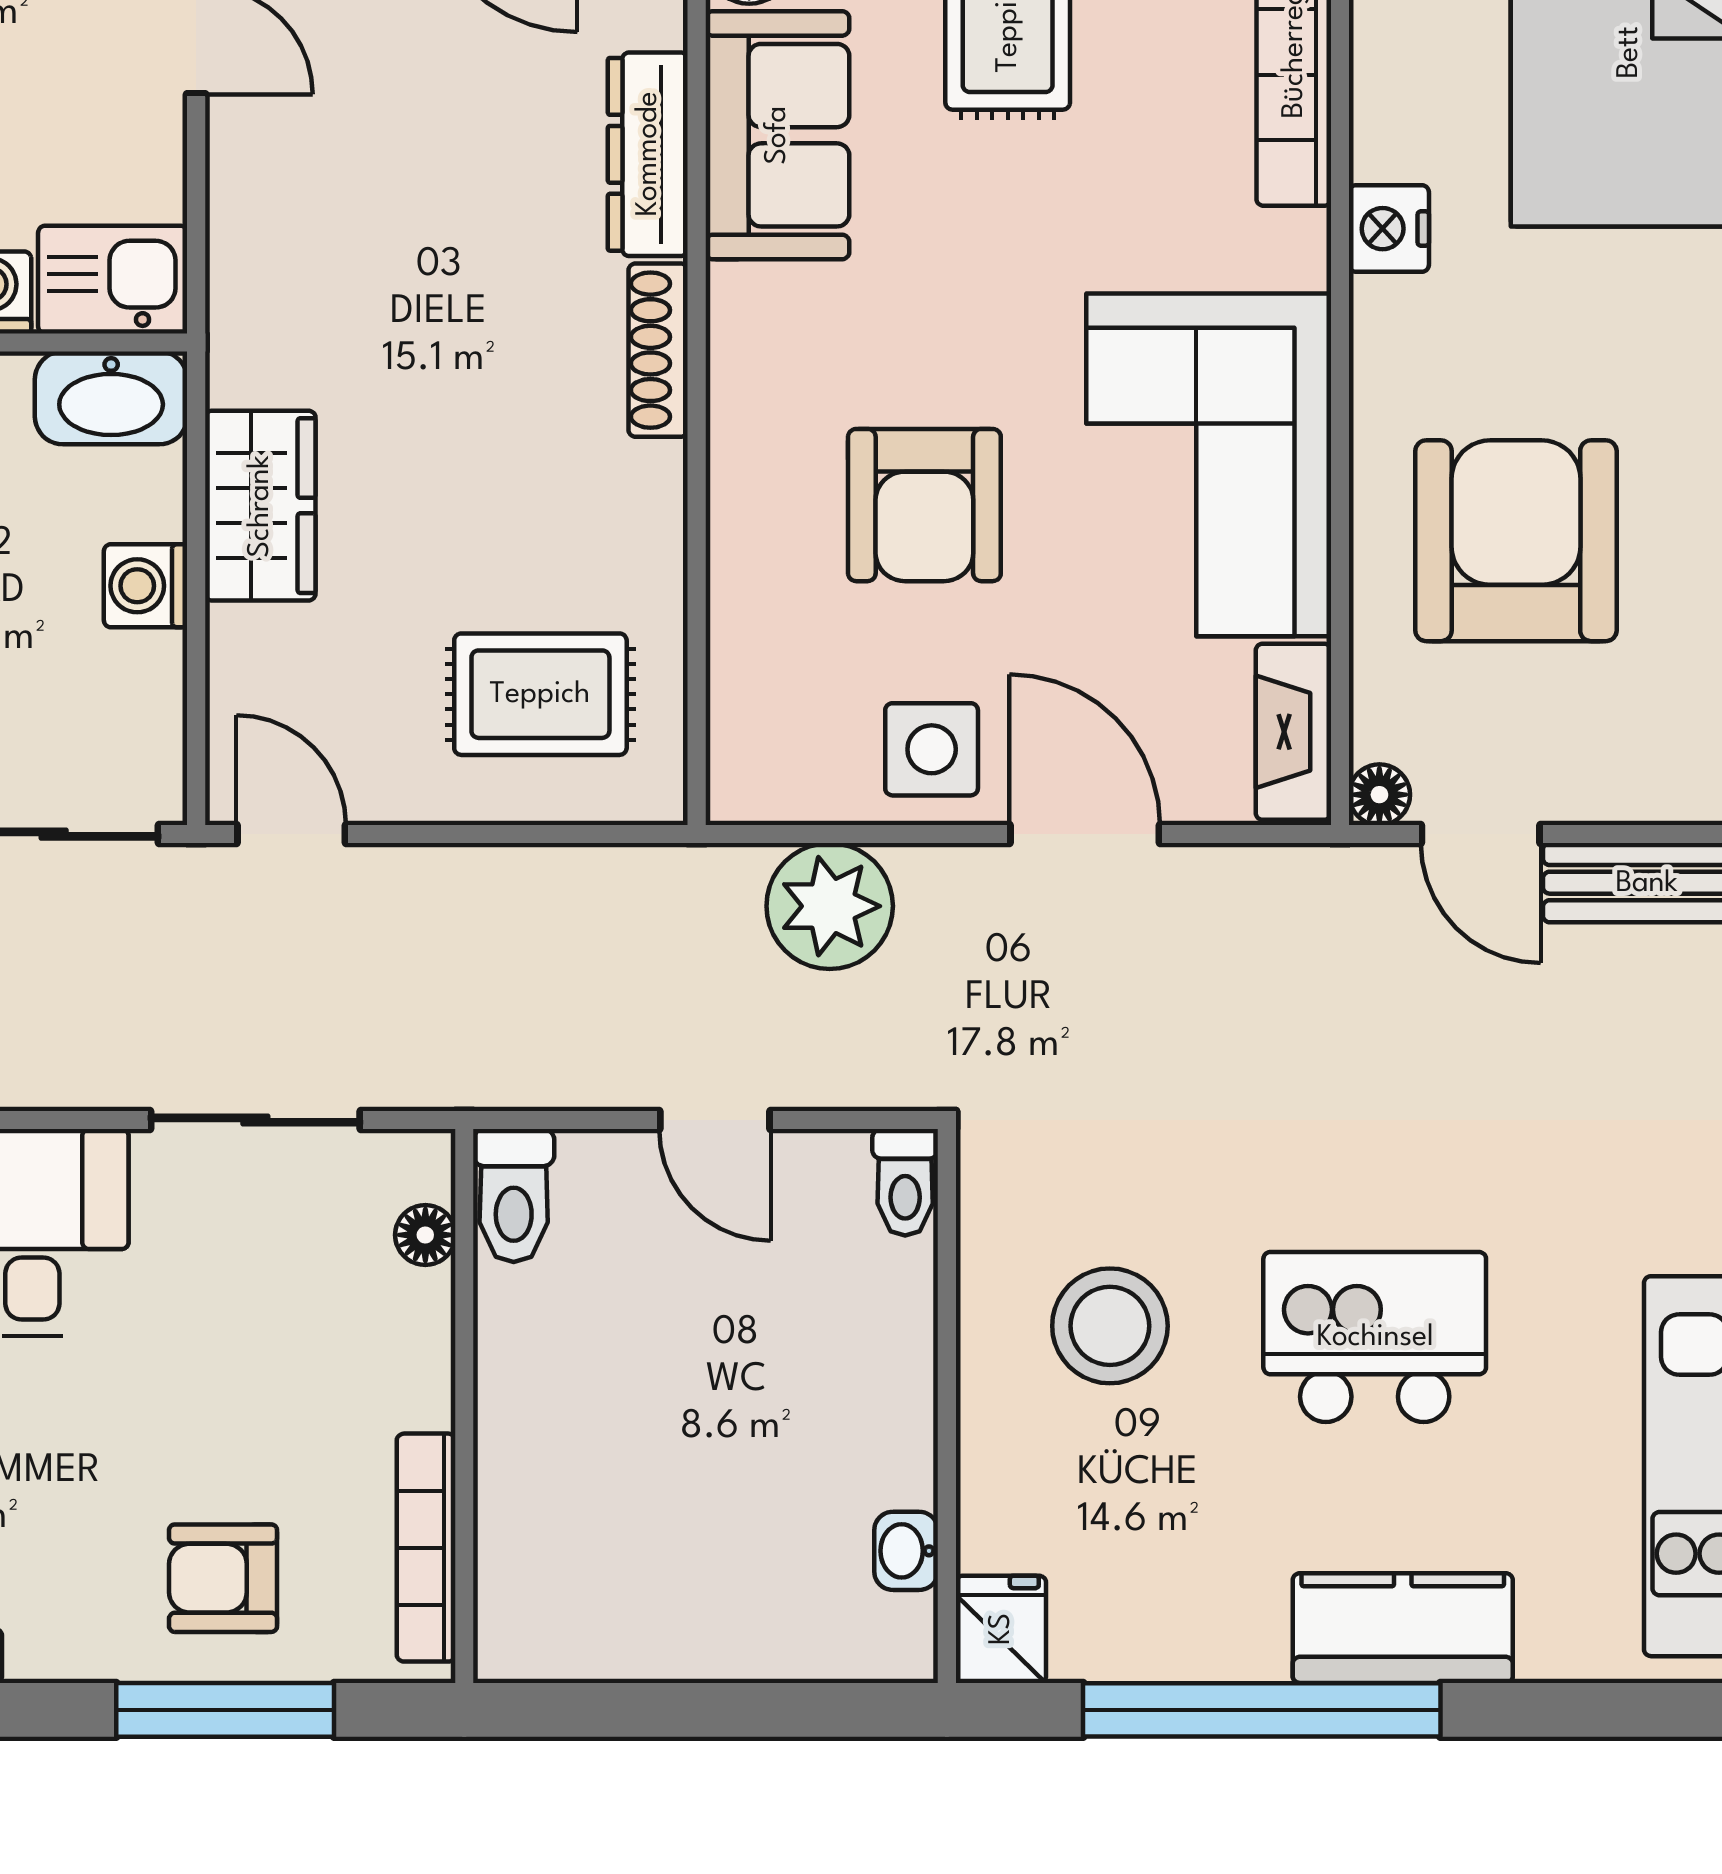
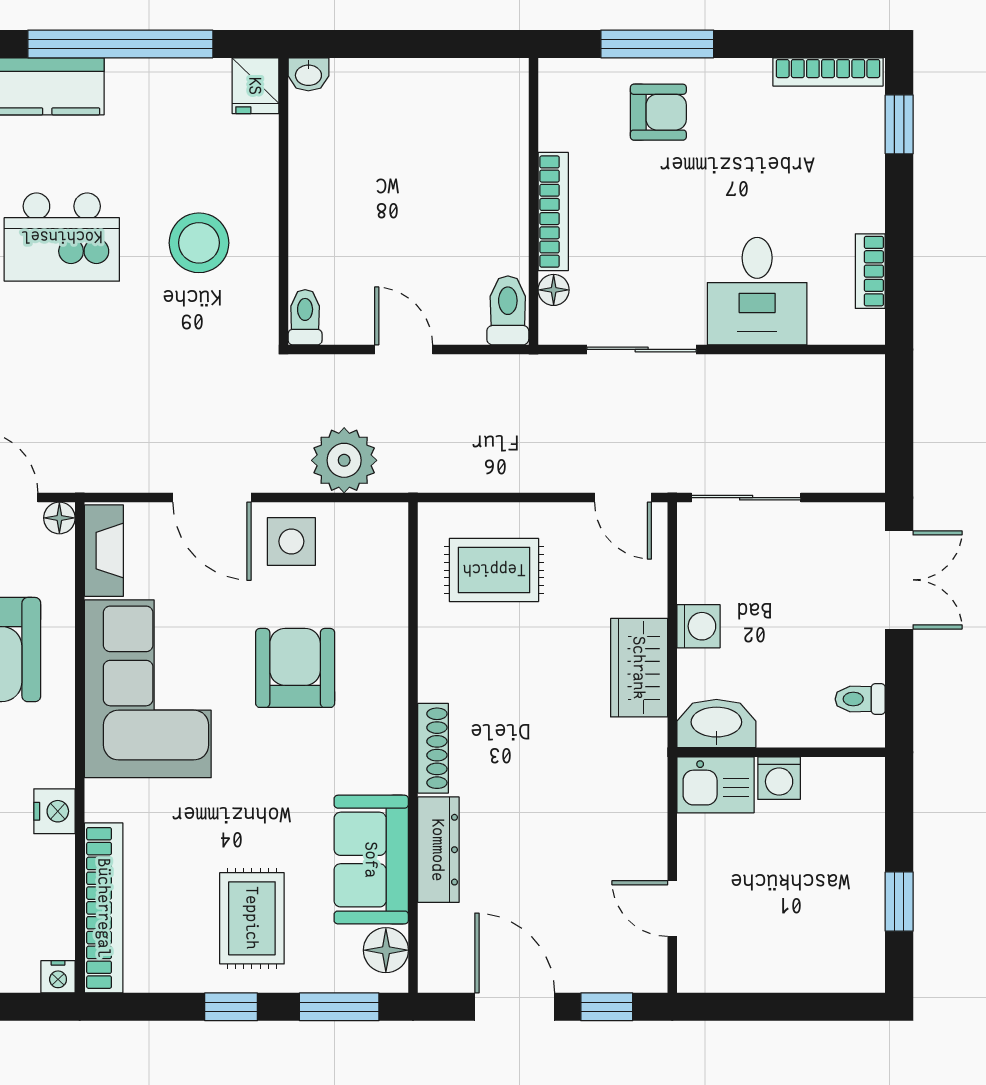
bookcase: (426, 1548) -> (553, 212), moved
washbasin: (906, 1551) -> (308, 74), moved, turned 90

